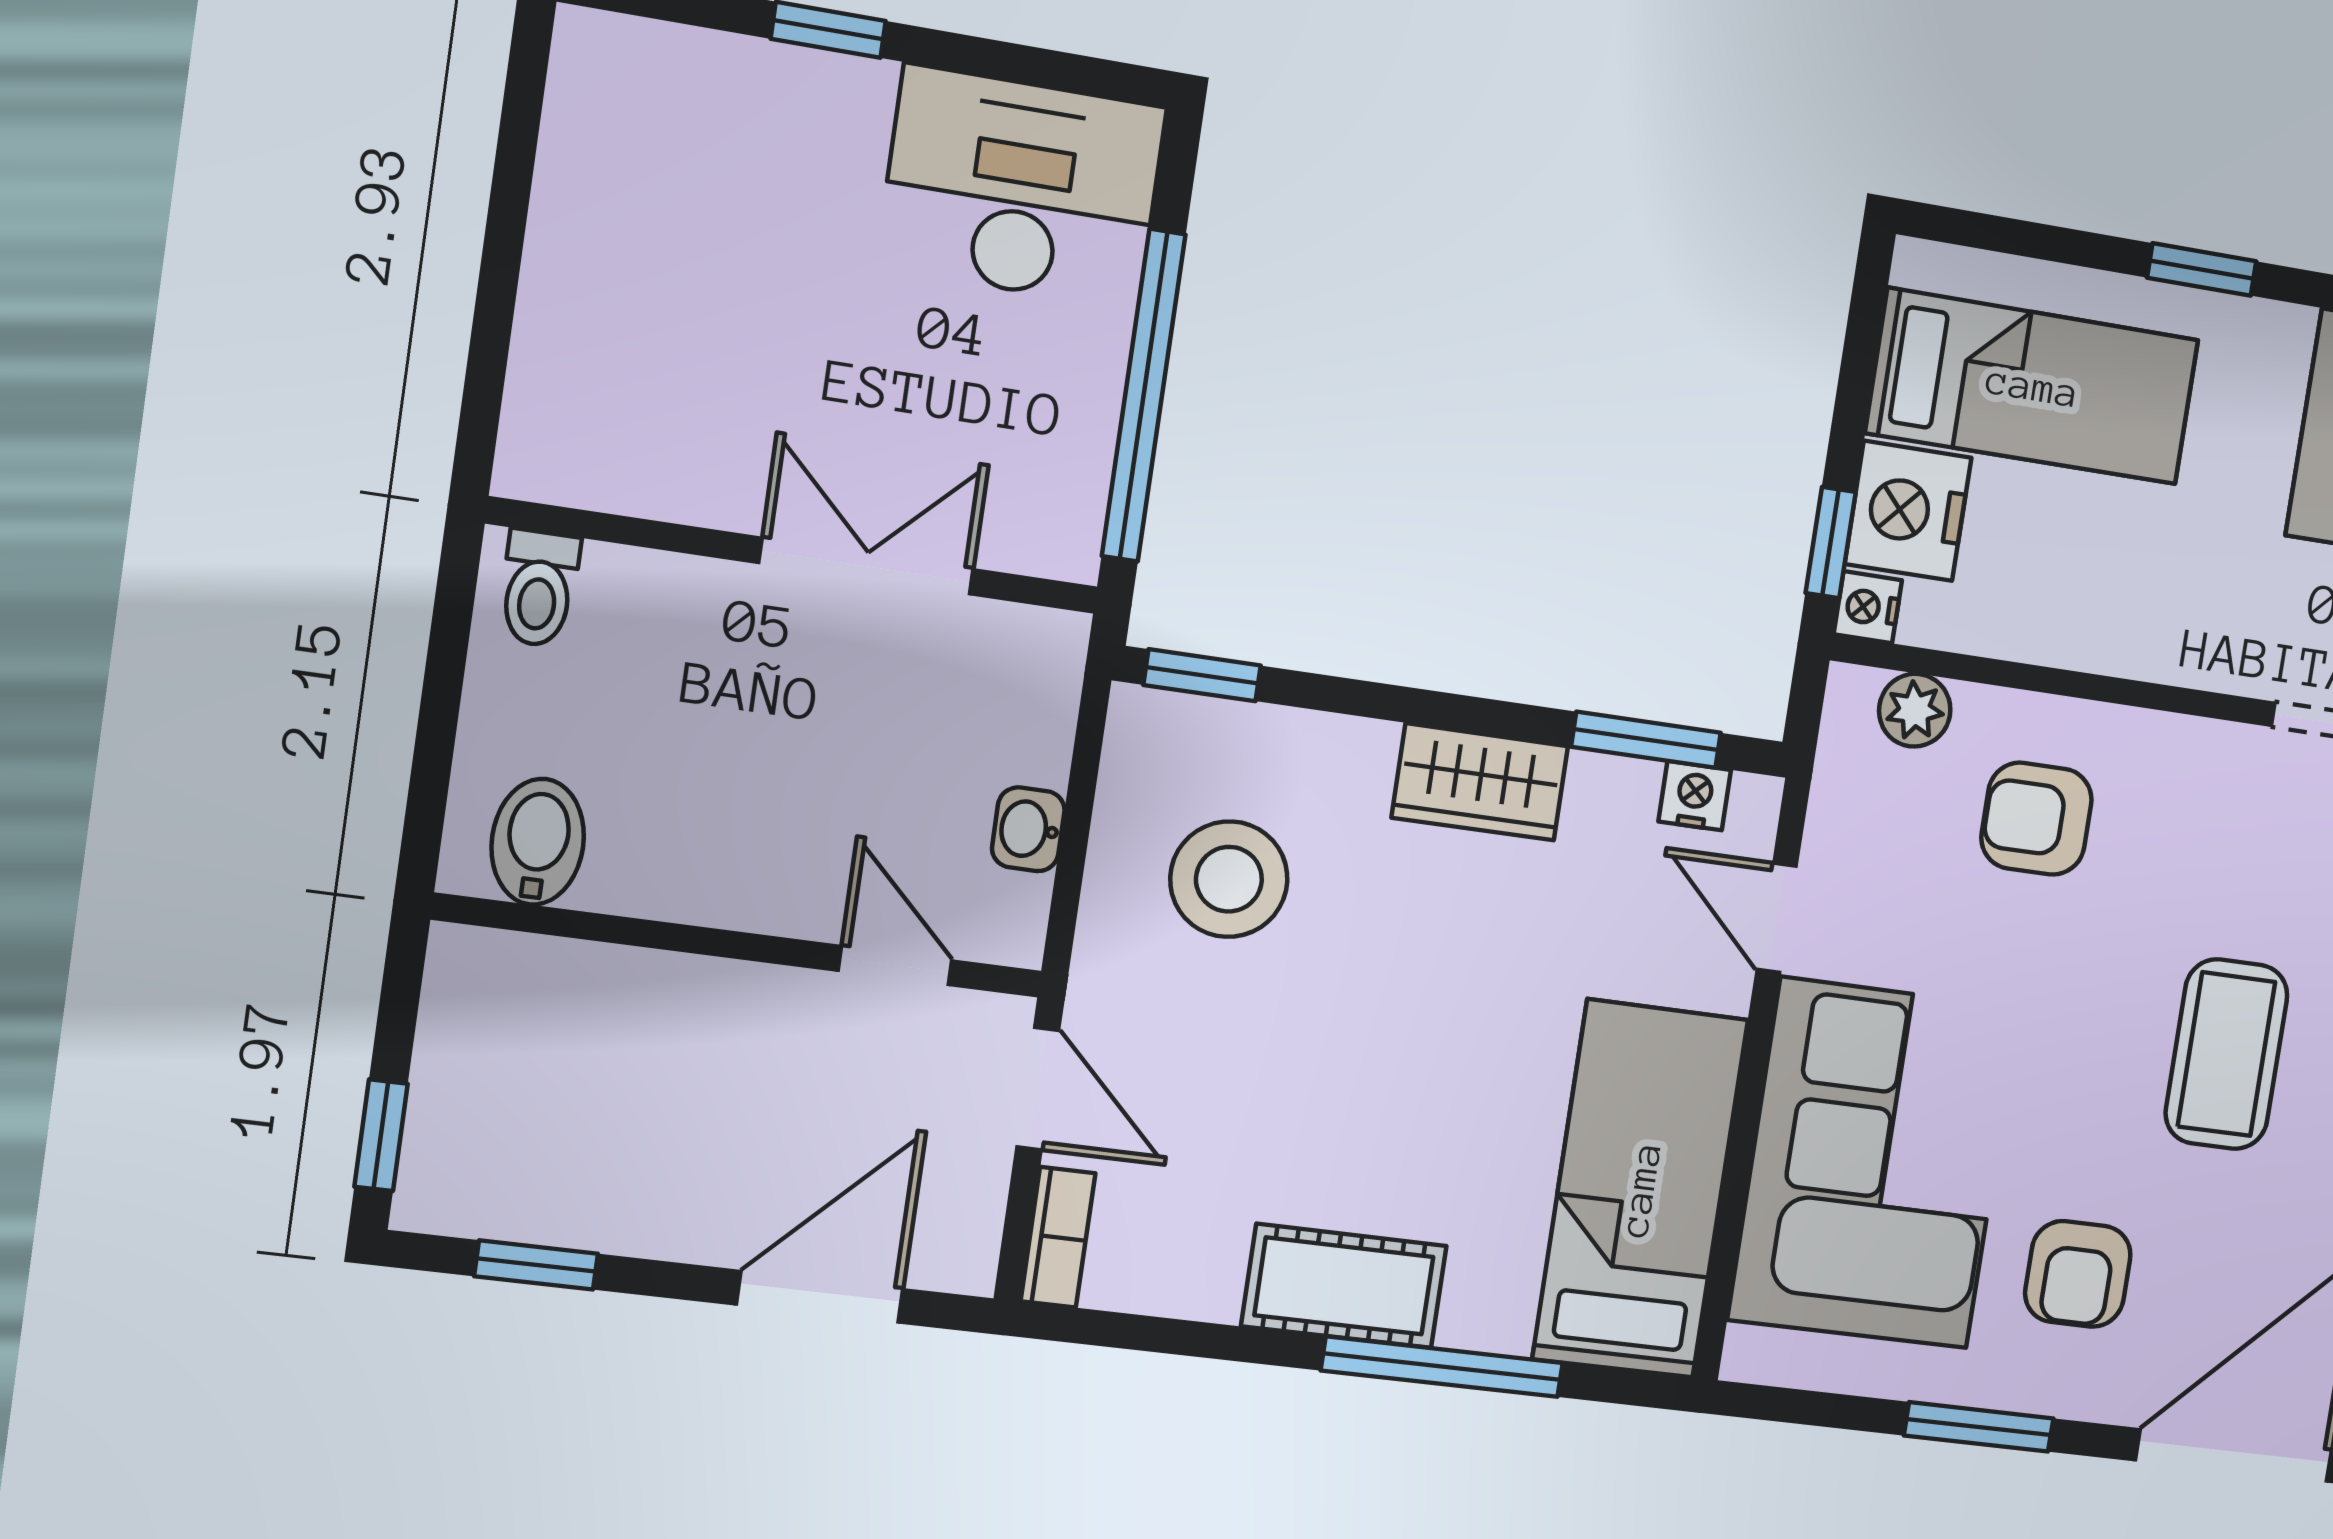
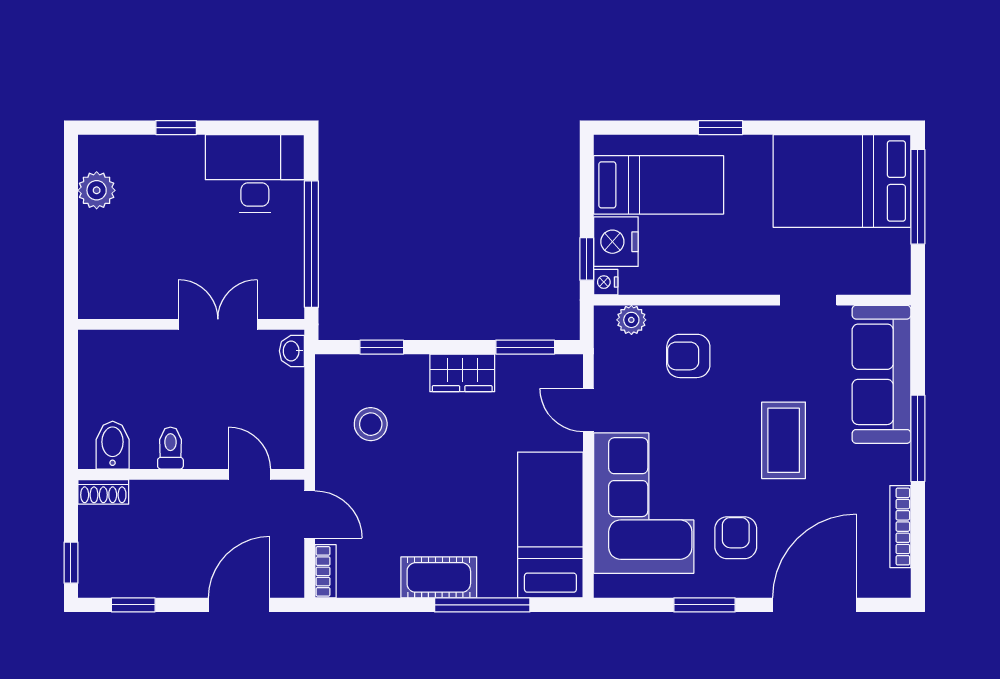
plant: (587, 160) -> (97, 190), added
toilet: (539, 588) -> (170, 448), moved, turned 180
window: (1202, 675) -> (382, 347), moved
nightstand: (1695, 796) -> (548, 366), removed
washbasin: (1028, 829) -> (292, 351), moved
stool: (1229, 879) -> (371, 424), width x0.73, depth x0.73
shoe rack: (496, 961) -> (103, 492), added
armchair: (2078, 1274) -> (736, 538), turned 180

